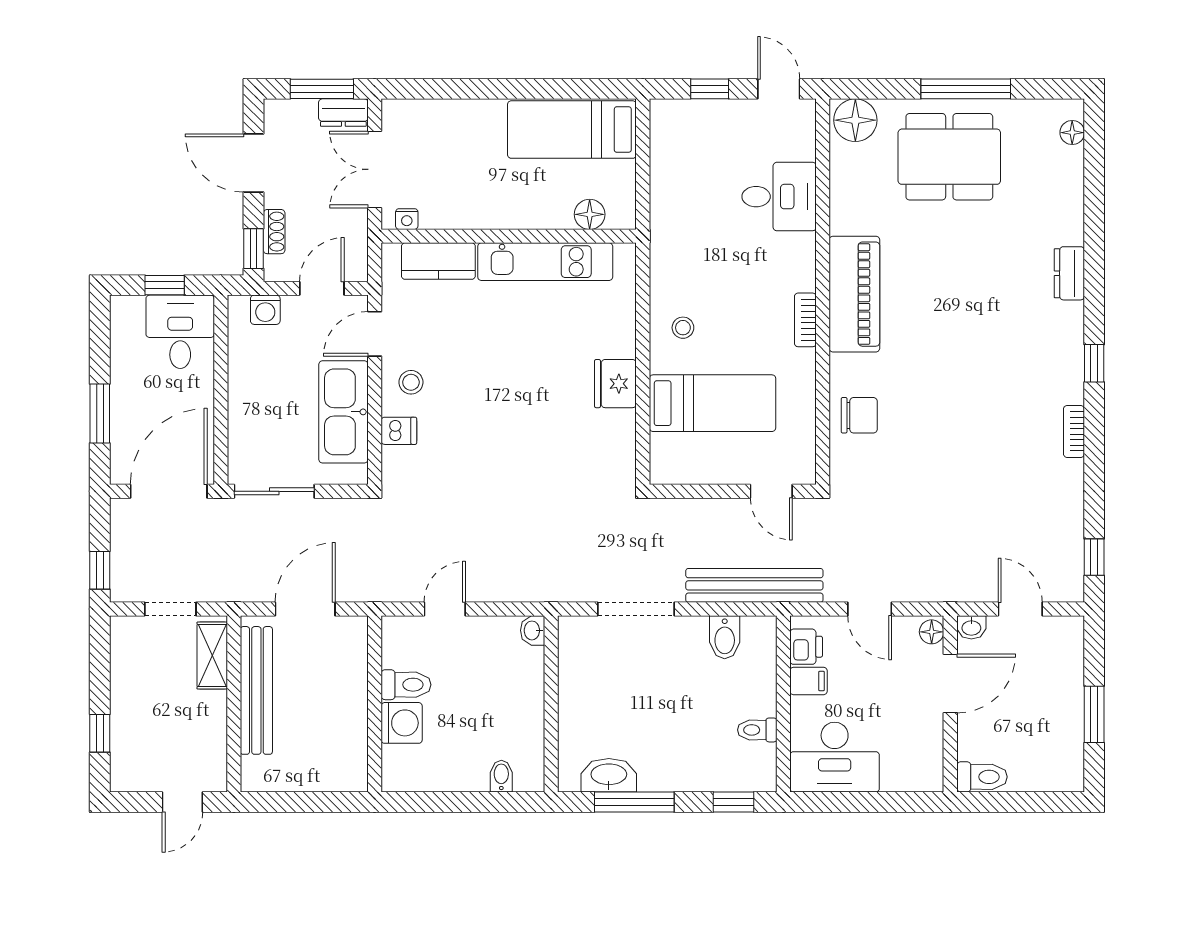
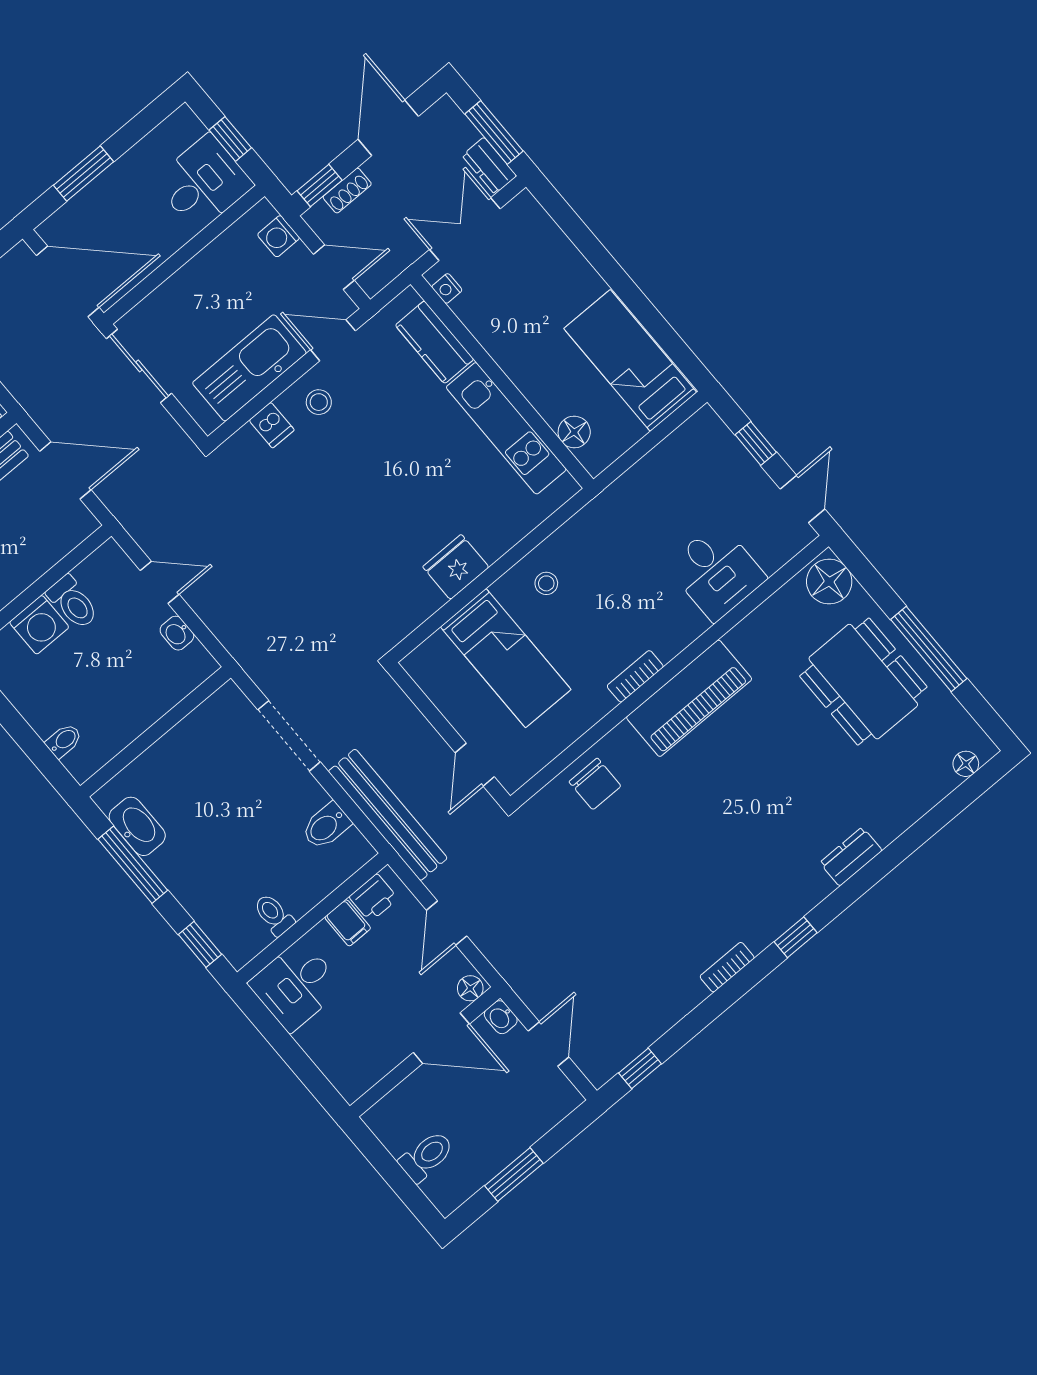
washbasin: (533, 630) -> (177, 633), moved, turned -90
desk: (835, 757) -> (296, 985), width x0.73
toilet: (982, 777) -> (426, 1156), moved, turned -90

